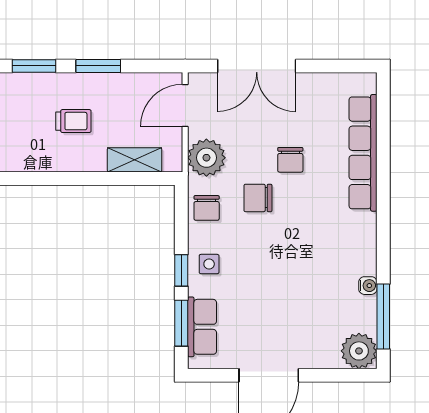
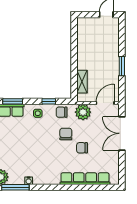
window: (34, 66) -> (122, 39), removed
door: (185, 105) -> (105, 103), hinge flipped
trolley: (73, 121) -> (98, 56), removed
window: (181, 270) -> (49, 101), moved

